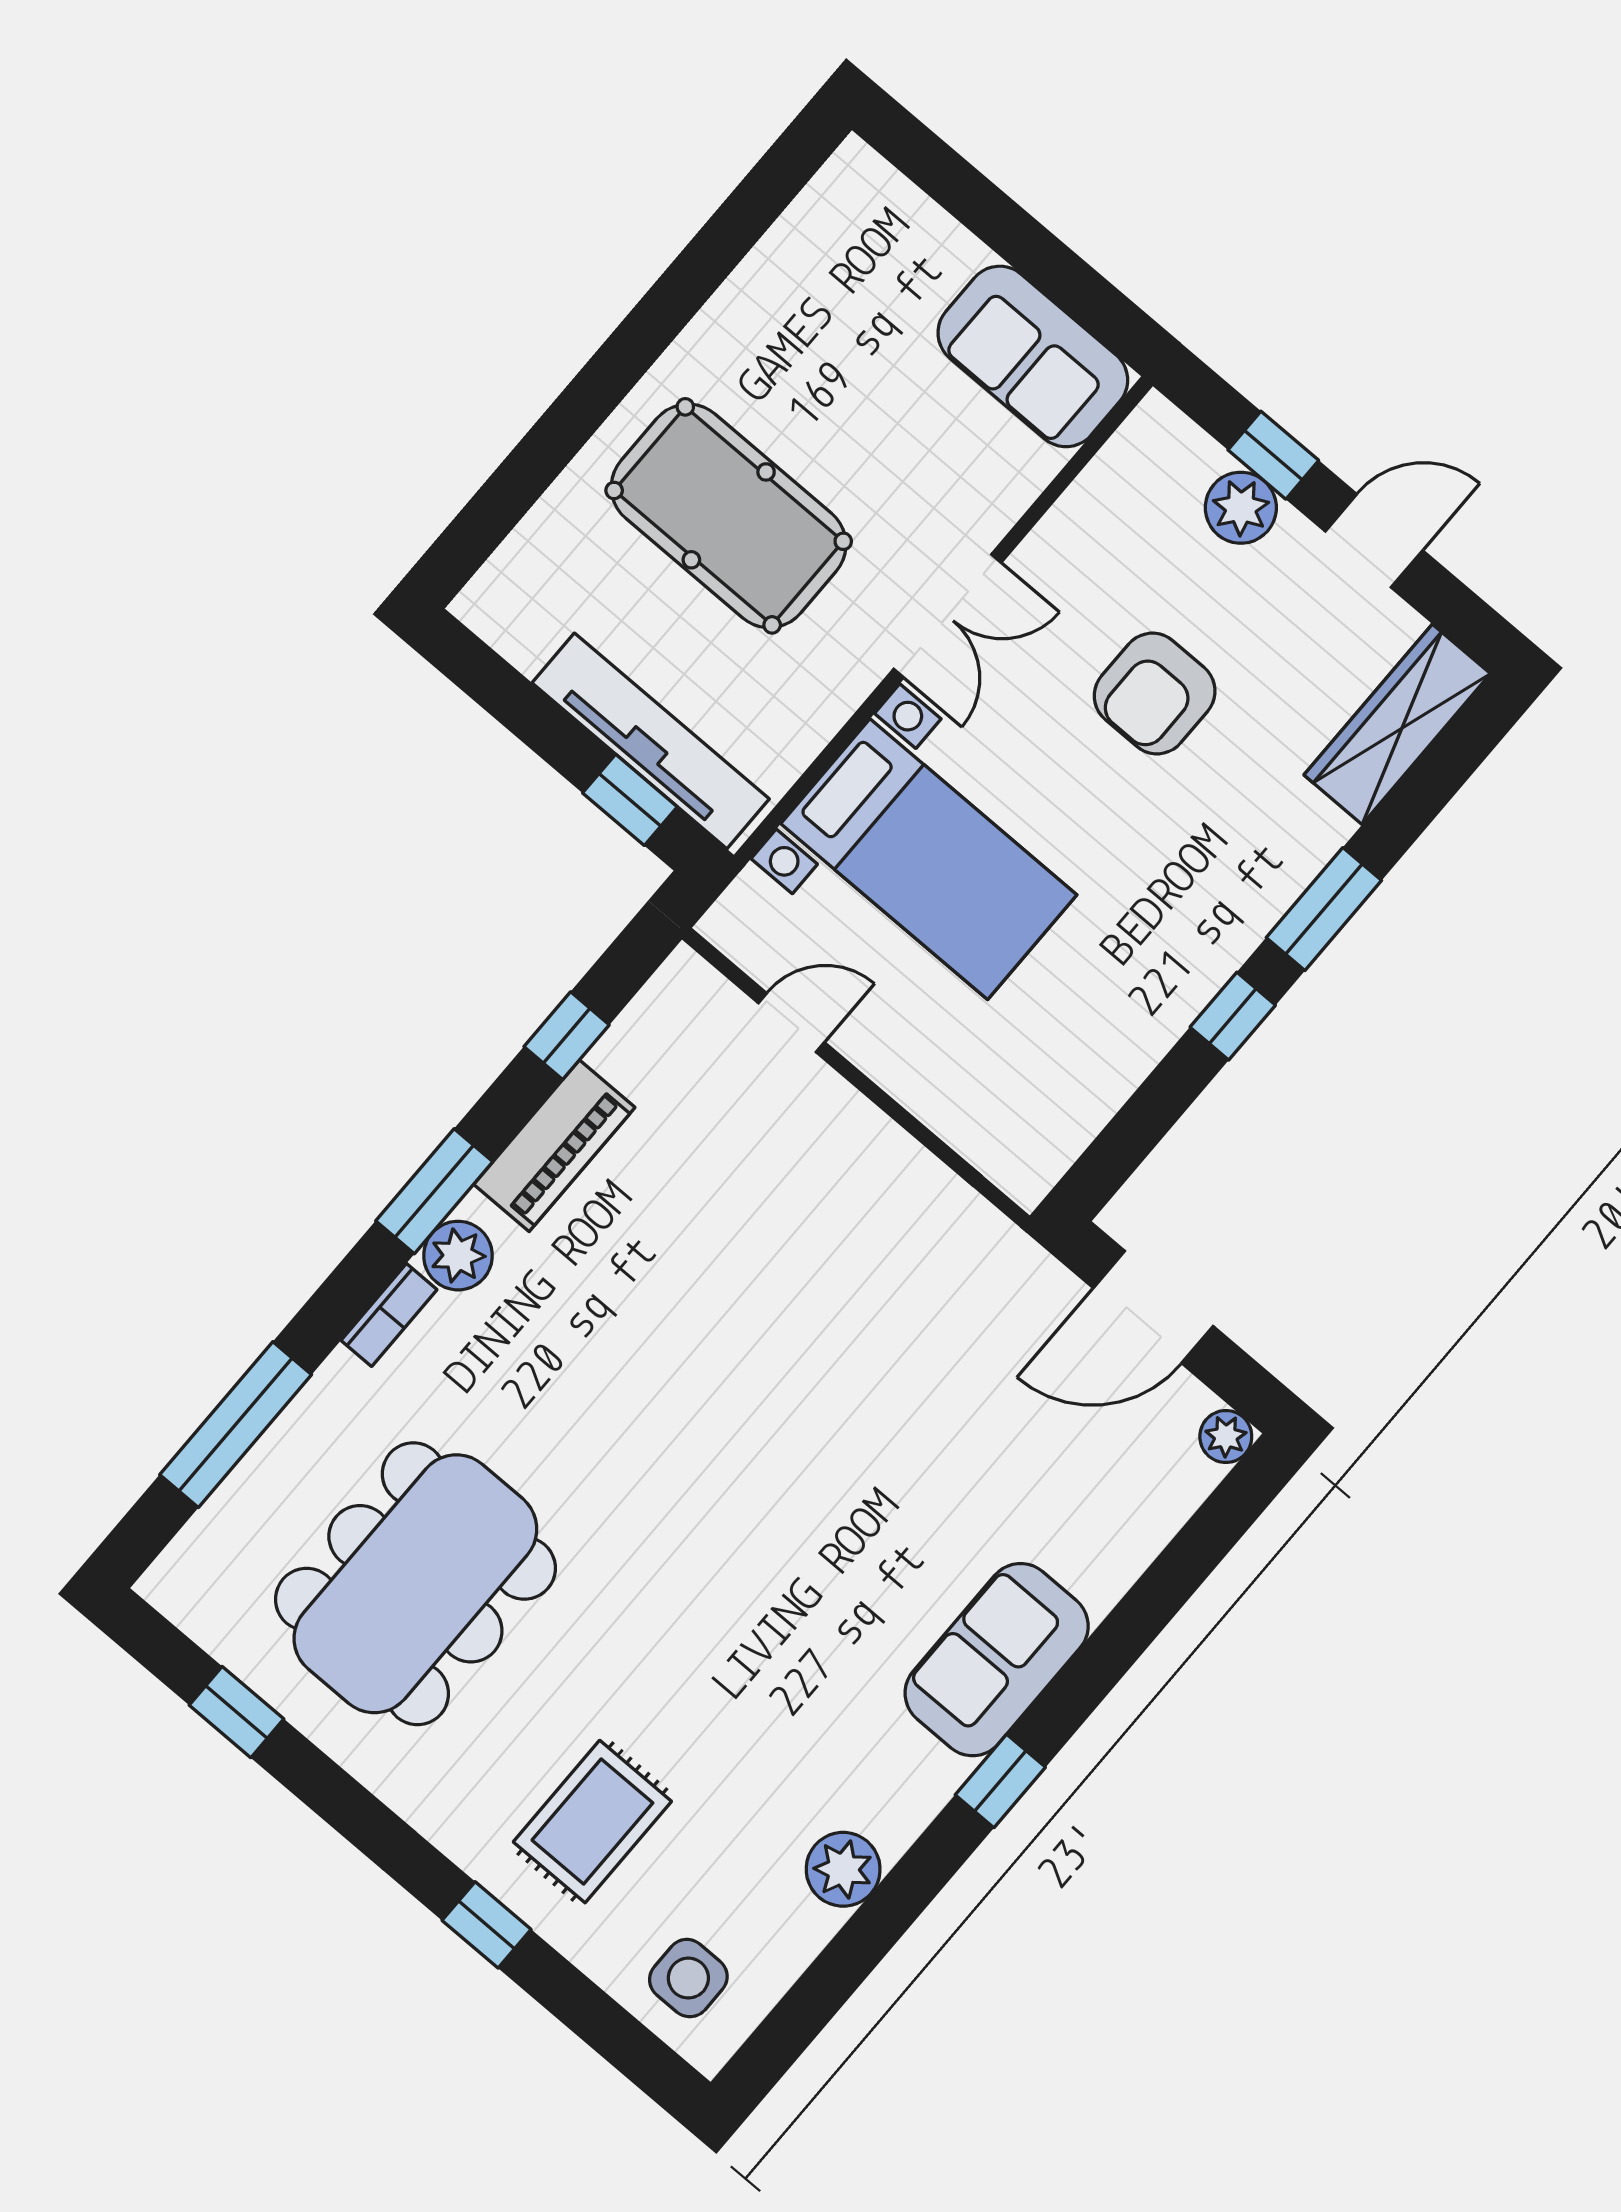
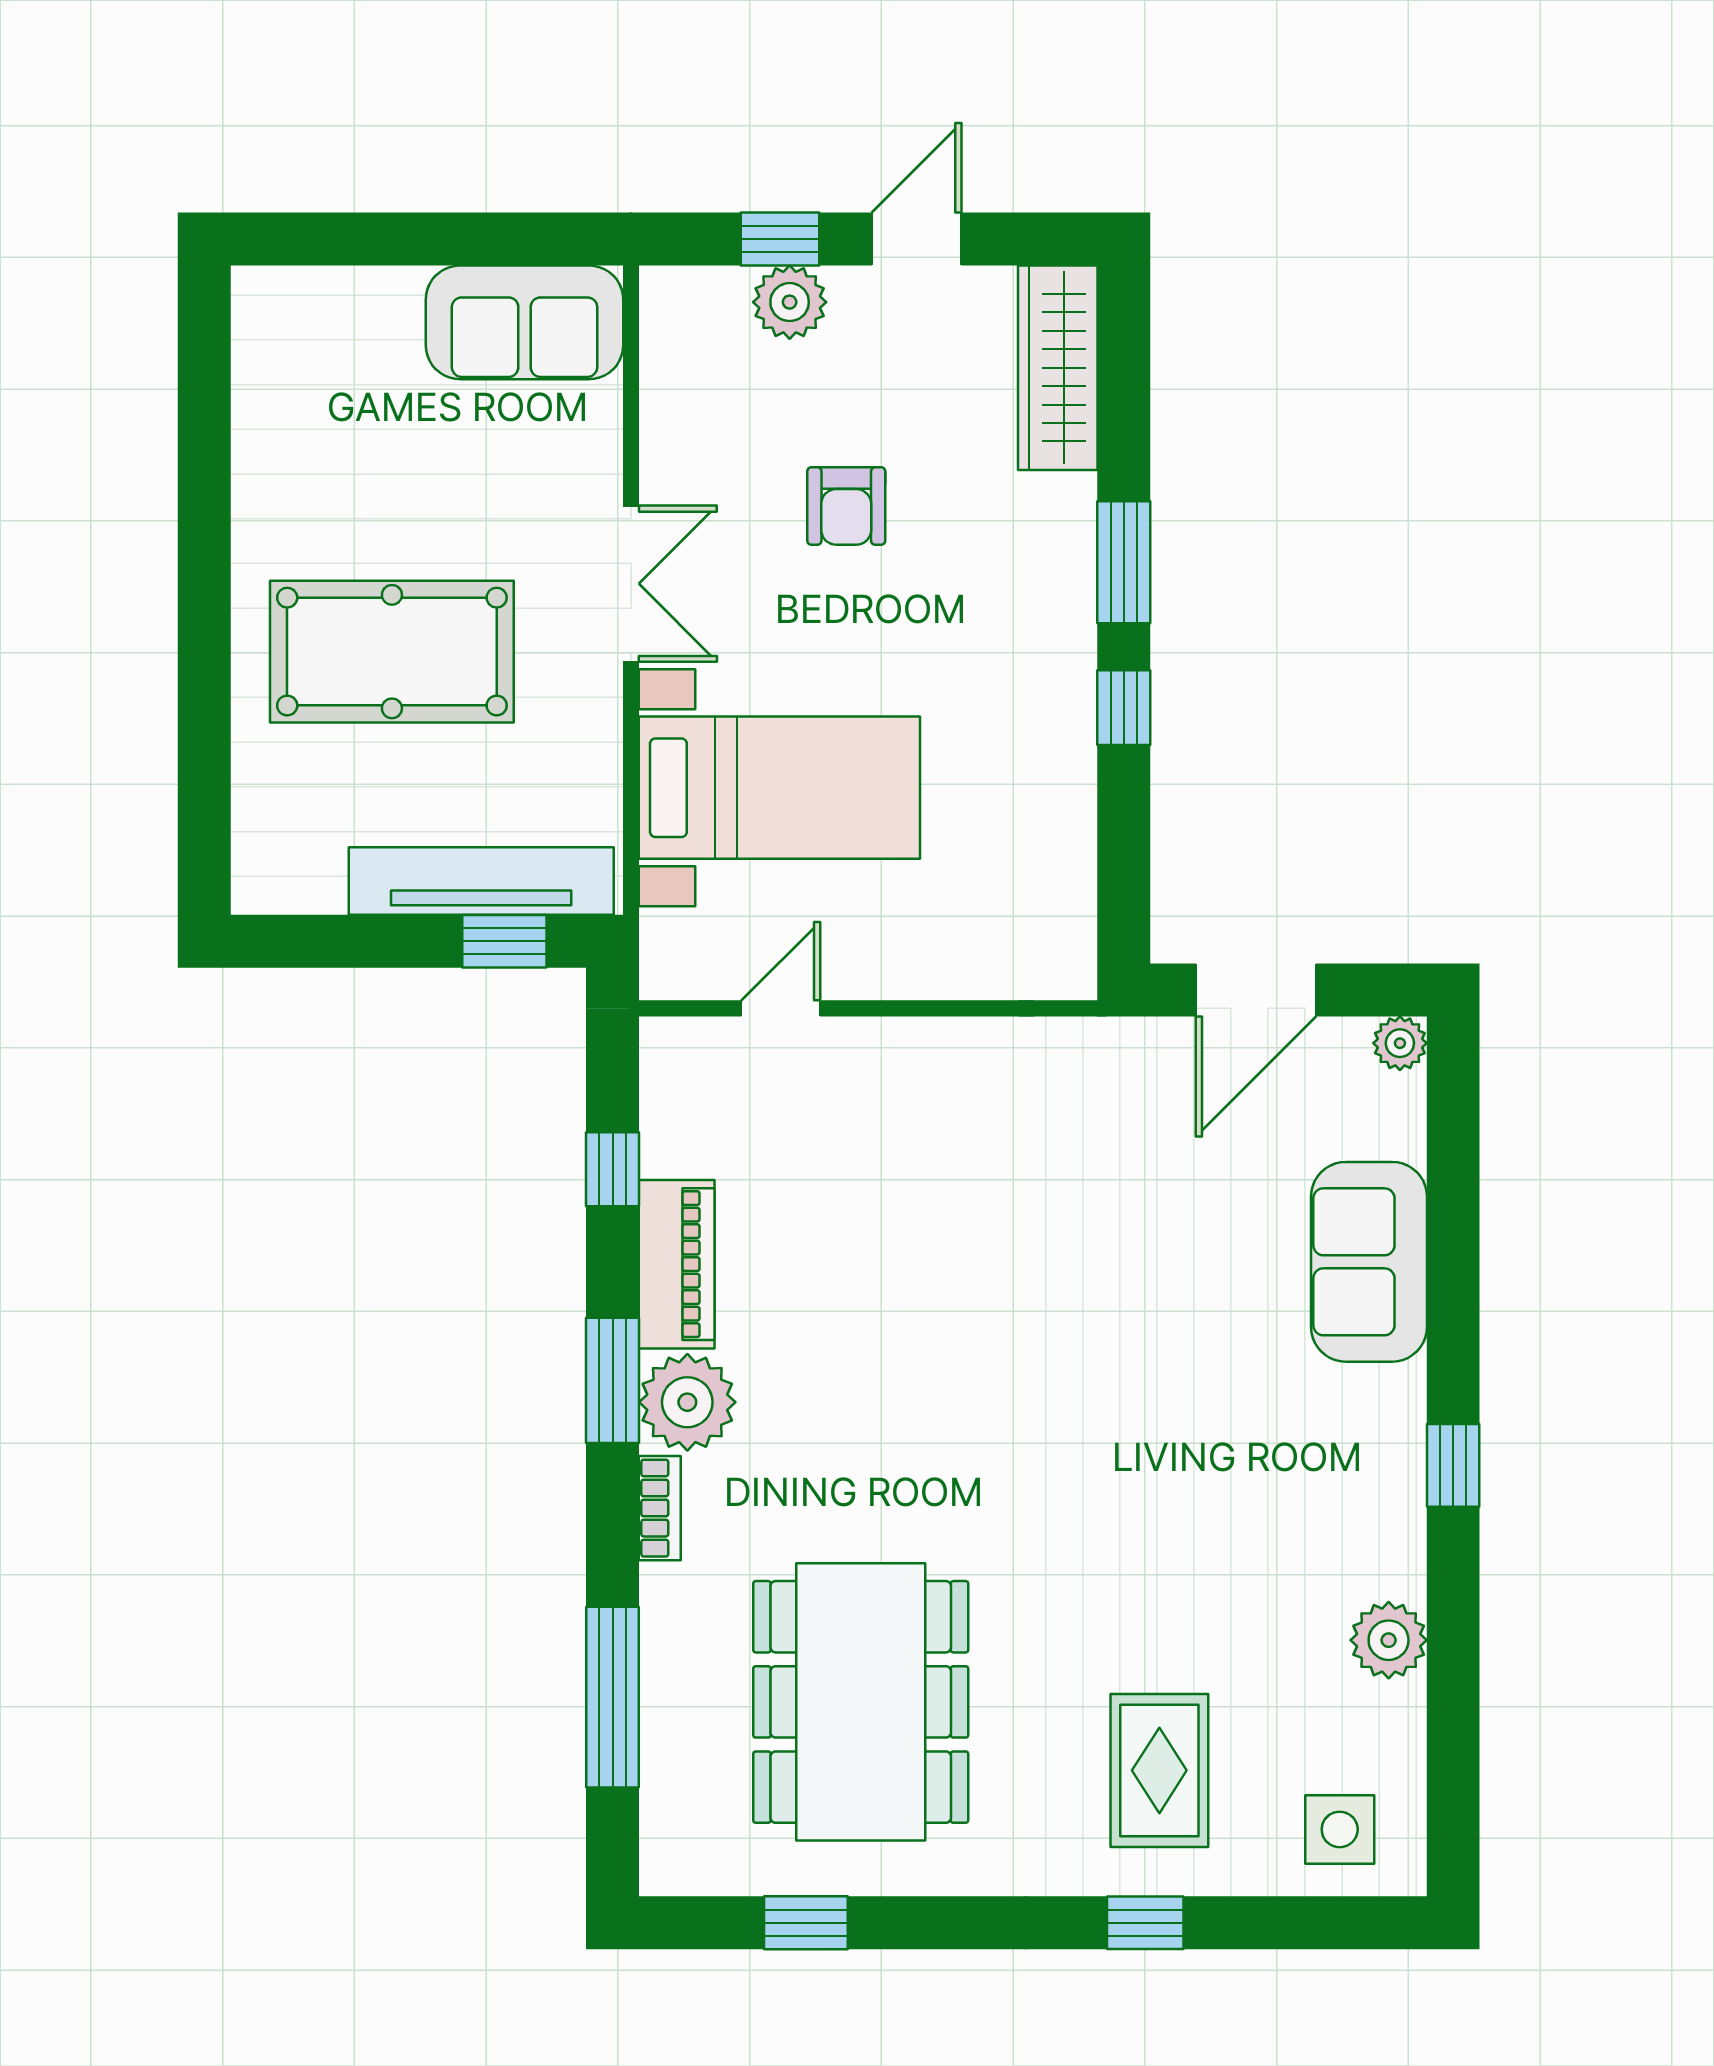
armchair: (1155, 693) -> (846, 506), width x0.72, depth x0.72
plant: (458, 1256) -> (687, 1402), width x1.36, depth x1.36
sofa: (997, 1660) -> (1369, 1262), moved

